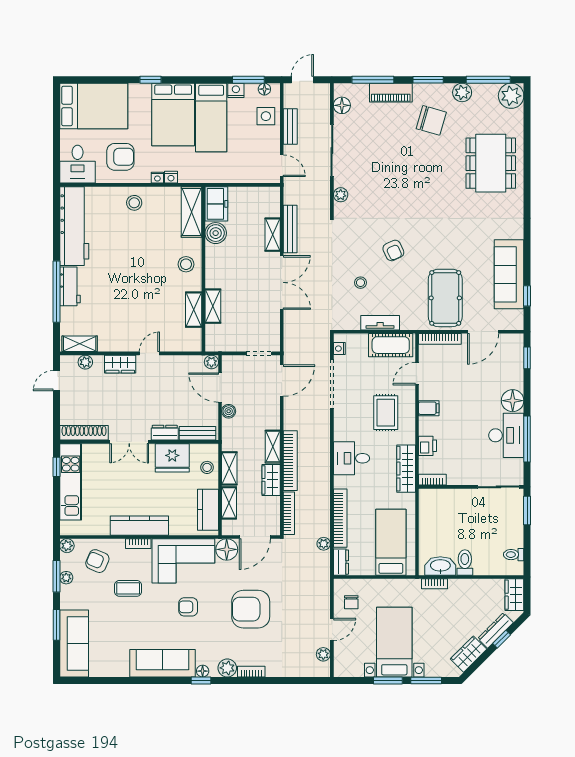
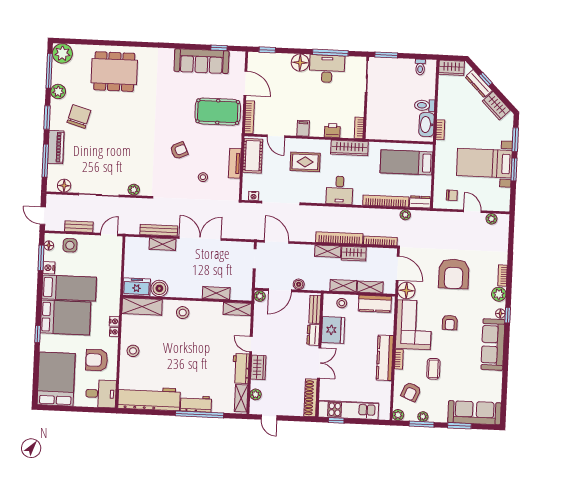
armchair: (120, 157) -> (97, 360), turned -90
shelving: (194, 310) -> (237, 309), moved
workbench: (118, 342) -> (241, 368), added

